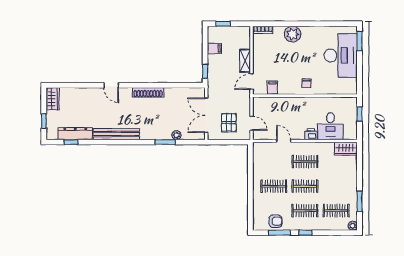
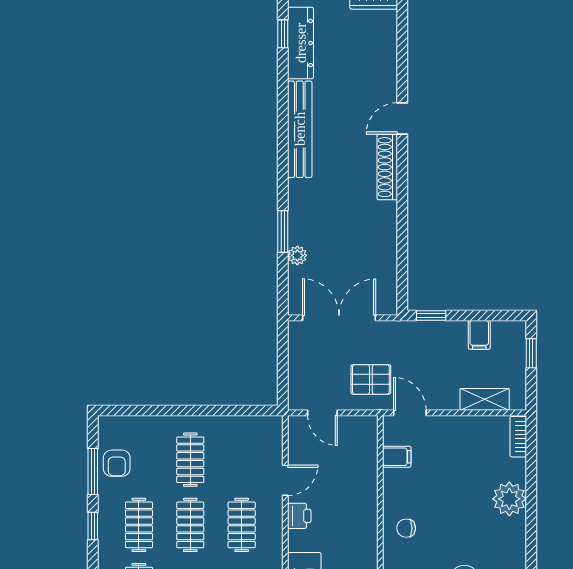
shelving: (245, 61) -> (485, 399), moved
shoe rack: (148, 92) -> (387, 167), moved
pallet: (229, 123) -> (371, 379), moved
door: (252, 123) -> (322, 413), hinge flipped
printer: (311, 134) -> (299, 516), moved

